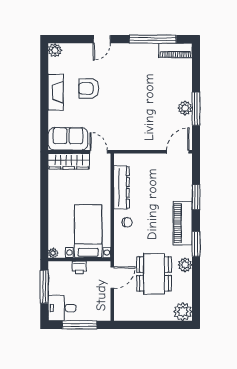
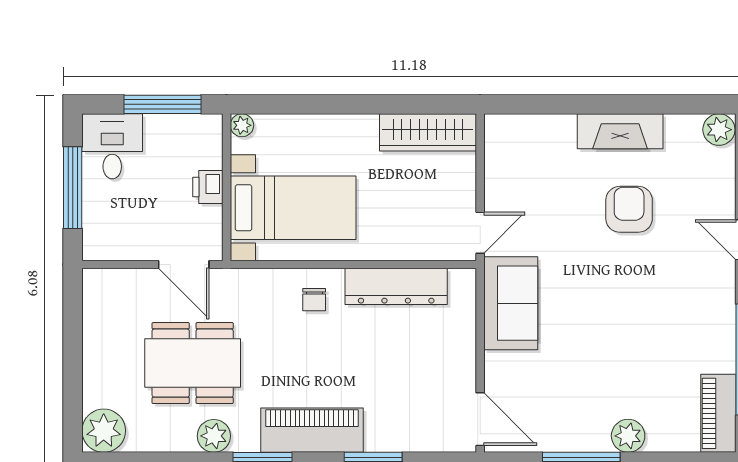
plant: (185, 108) -> (628, 436), moved
sofa: (68, 139) -> (511, 303), moved
wardrobe: (69, 161) -> (428, 132), moved, turned -90

